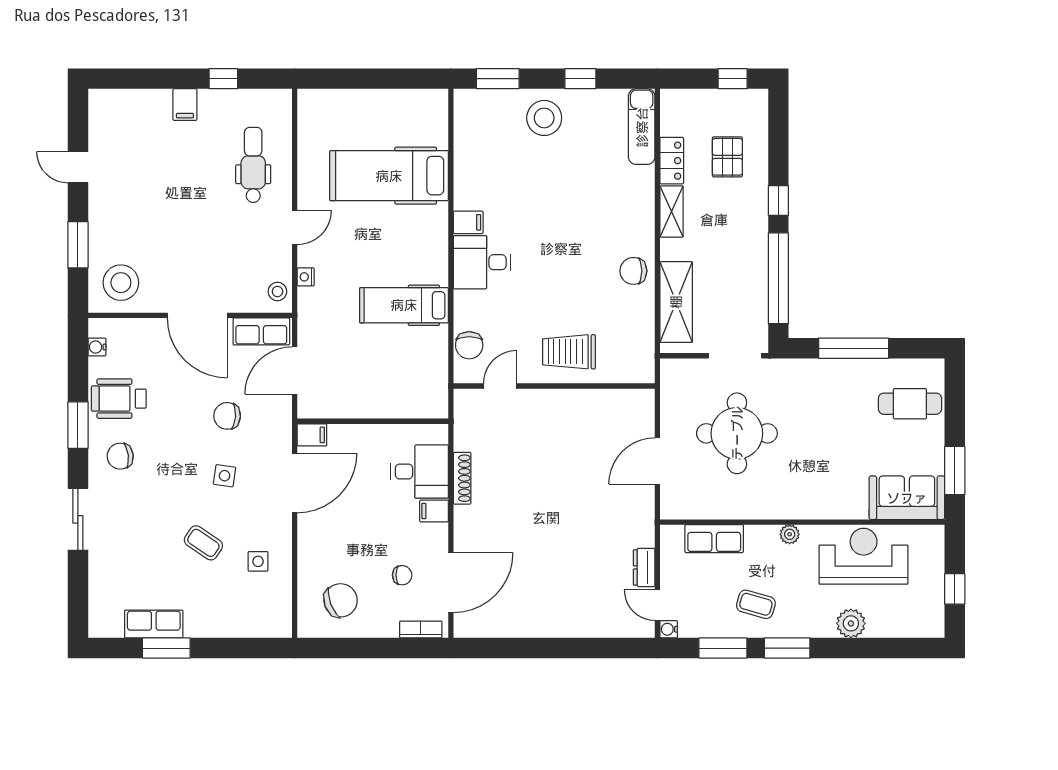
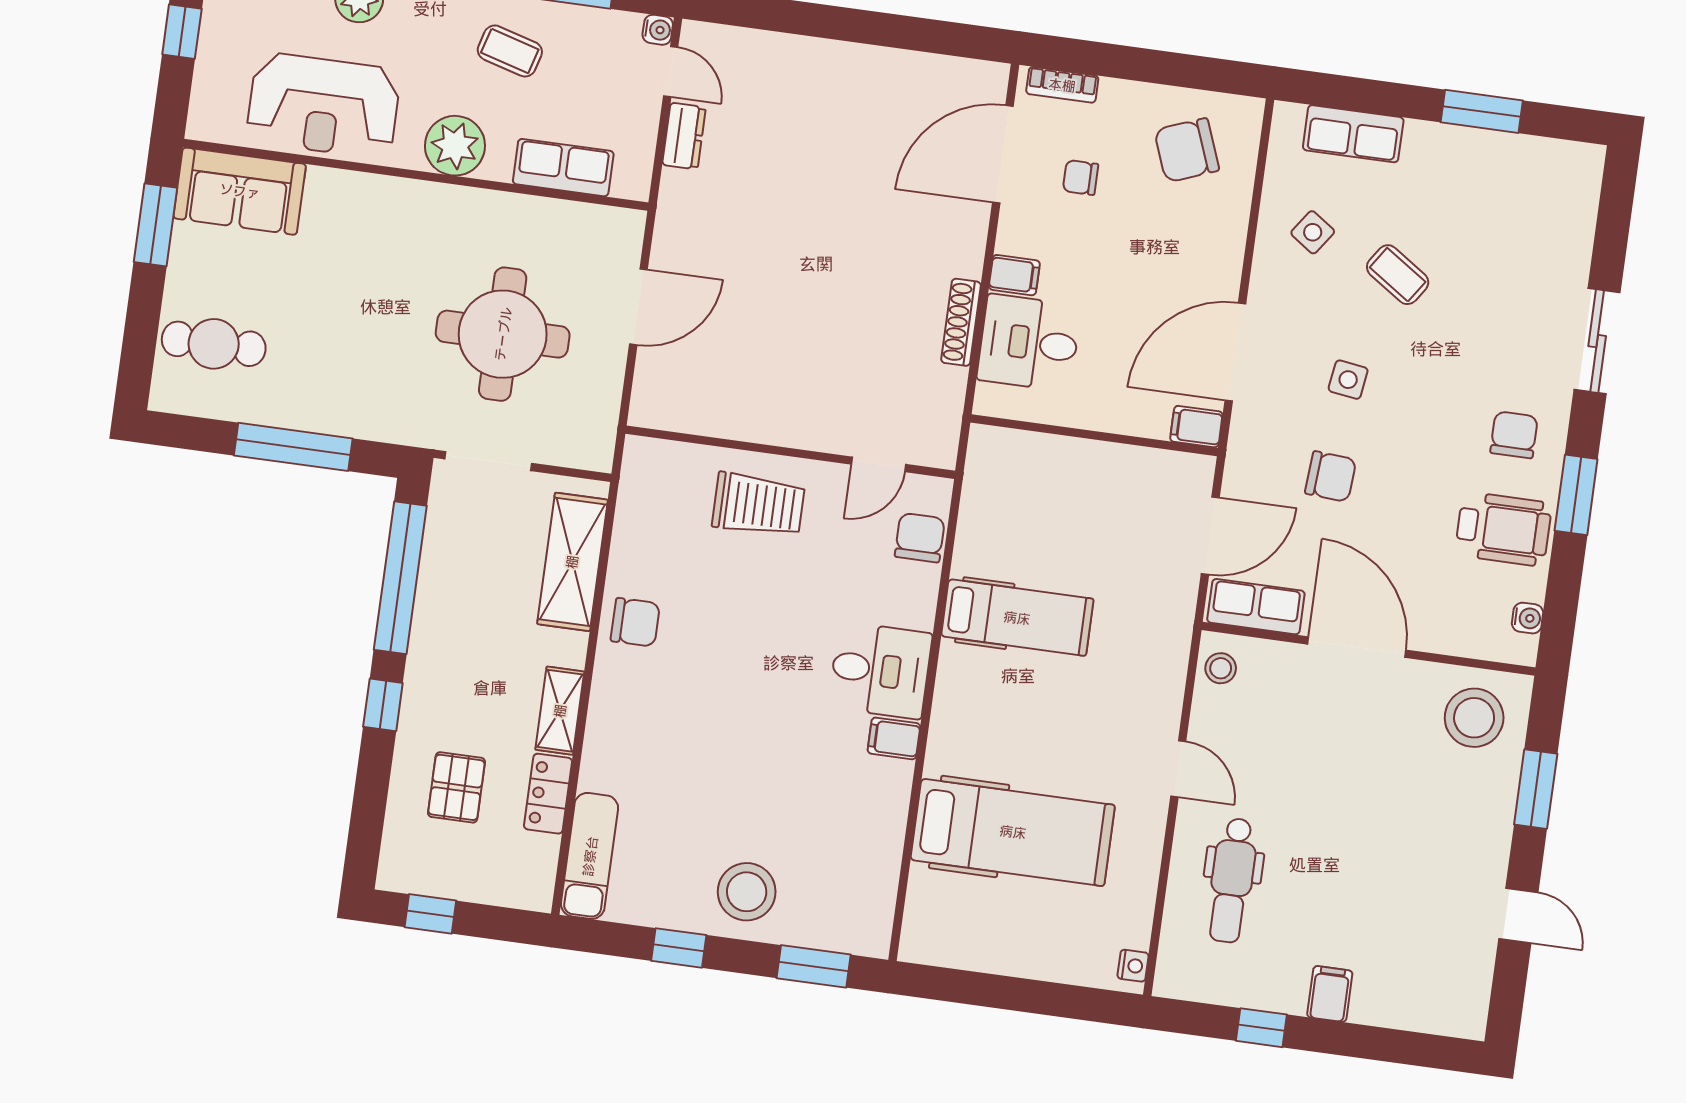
door: (295, 228) -> (1178, 769), swing flipped
nightstand: (306, 277) -> (1133, 966), moved
chair: (120, 456) -> (1514, 435), turned -83
plant: (790, 534) -> (455, 146), width x1.88, depth x1.88
side table: (258, 561) -> (1313, 232), turned 35
row of seats: (154, 624) -> (1353, 134), moved

